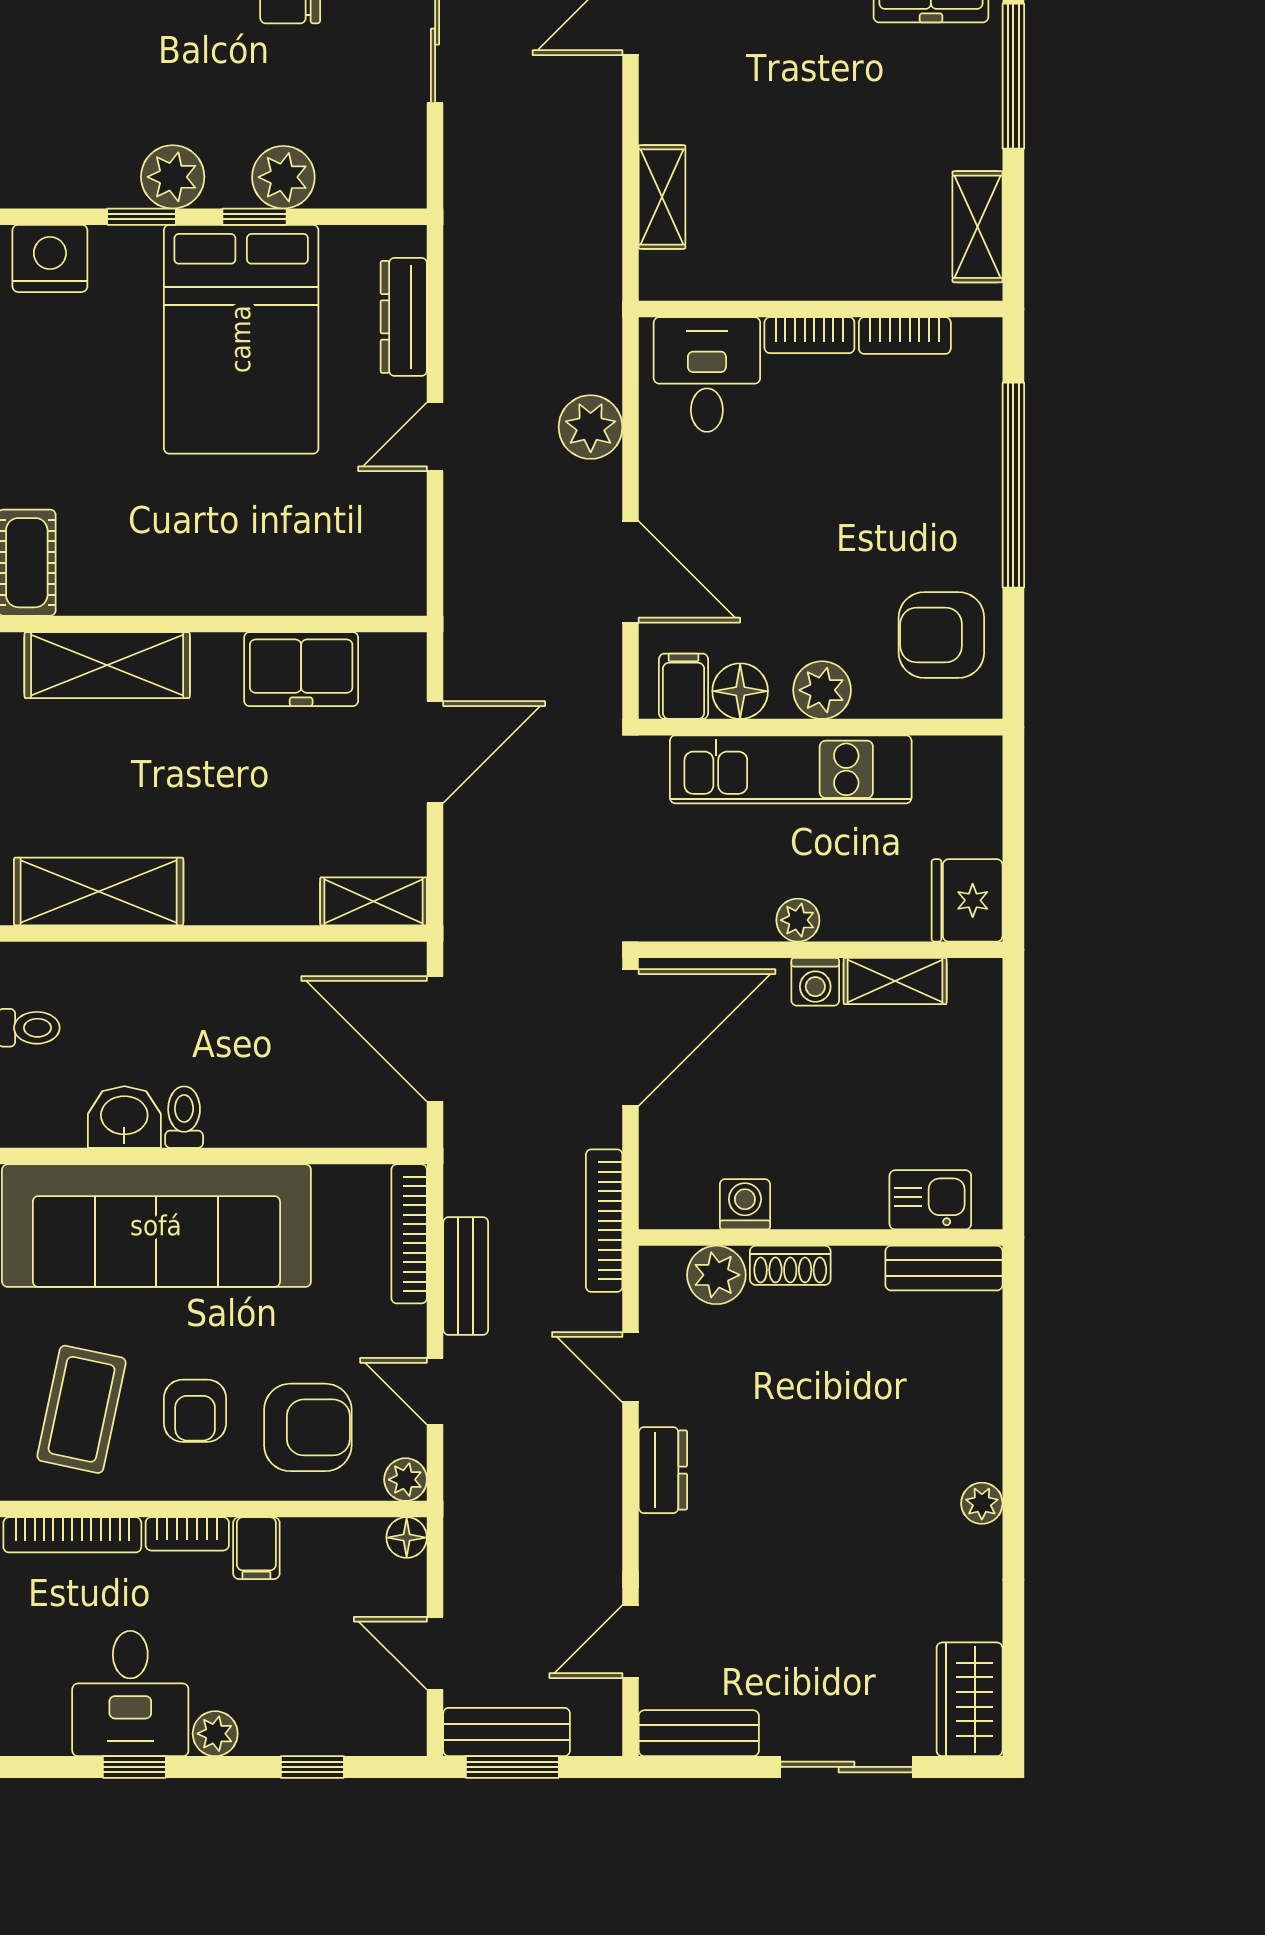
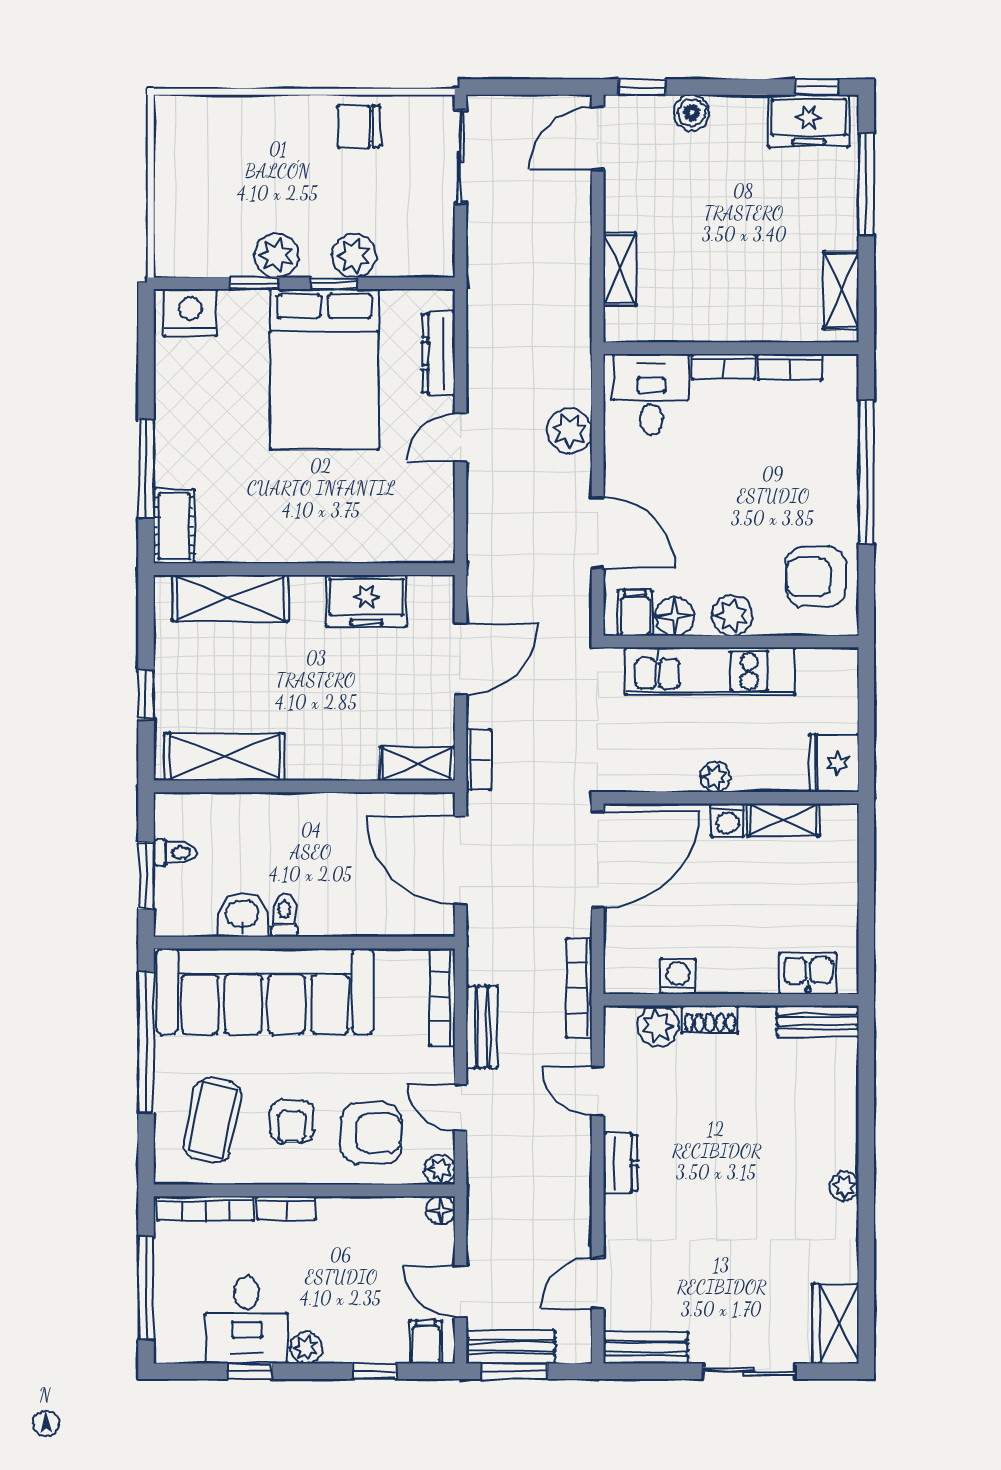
bookcase: (461, 896) -> (478, 760), added
filing cabinet: (256, 1548) -> (426, 1342), moved, turned 180

